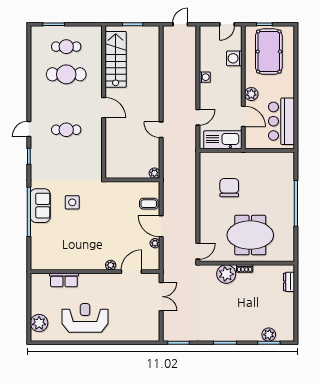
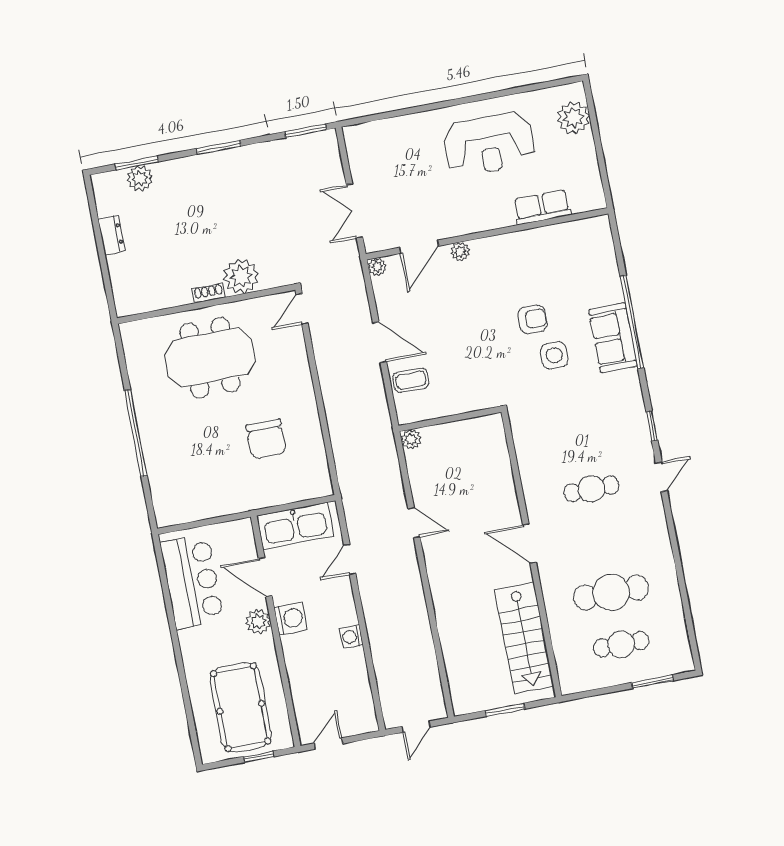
washing machine: (234, 58) -> (291, 618), moved
armchair: (80, 223) -> (533, 319), added
plant: (155, 243) -> (377, 267), moved
dresser: (289, 282) -> (111, 235), moved

